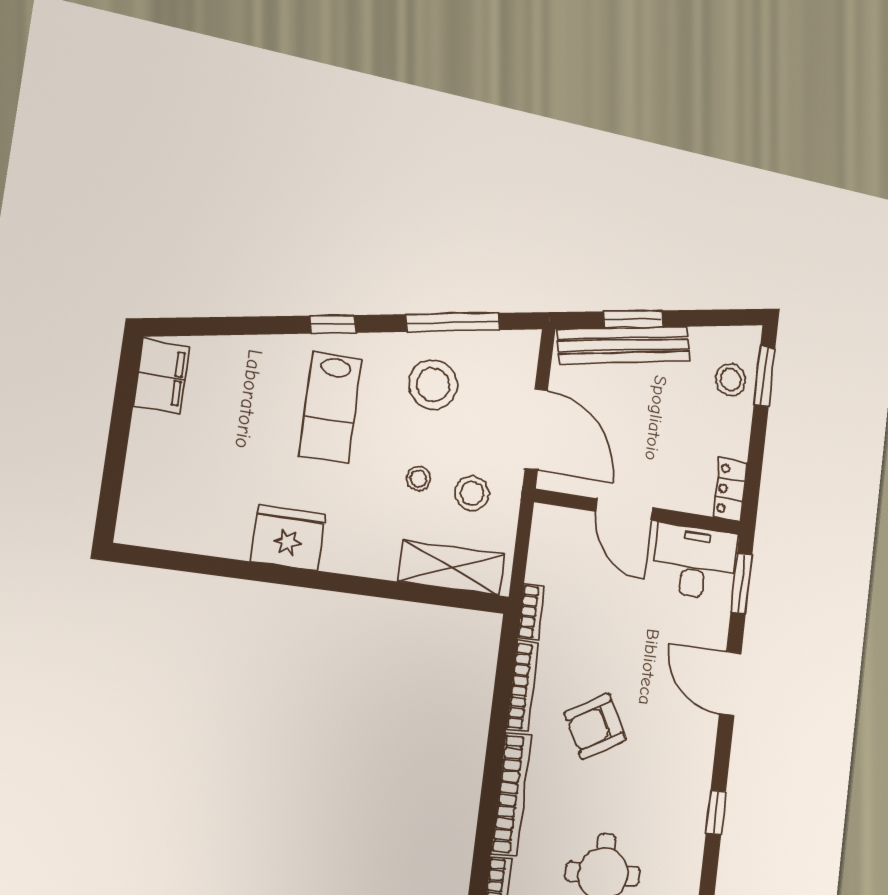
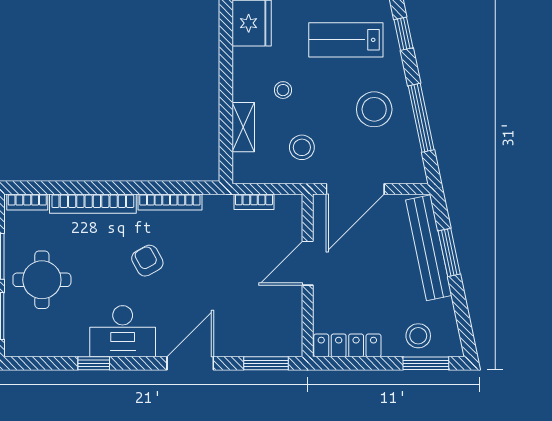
stool: (418, 479) -> (283, 90), moved
locker: (730, 489) -> (347, 345), width x1.53
desk: (694, 562) -> (123, 331), moved, turned 90
shelving: (452, 568) -> (243, 127), width x0.67, depth x0.75
bookcase: (531, 612) -> (254, 202), moved
armchair: (595, 726) -> (147, 261), width x0.72, depth x0.72

